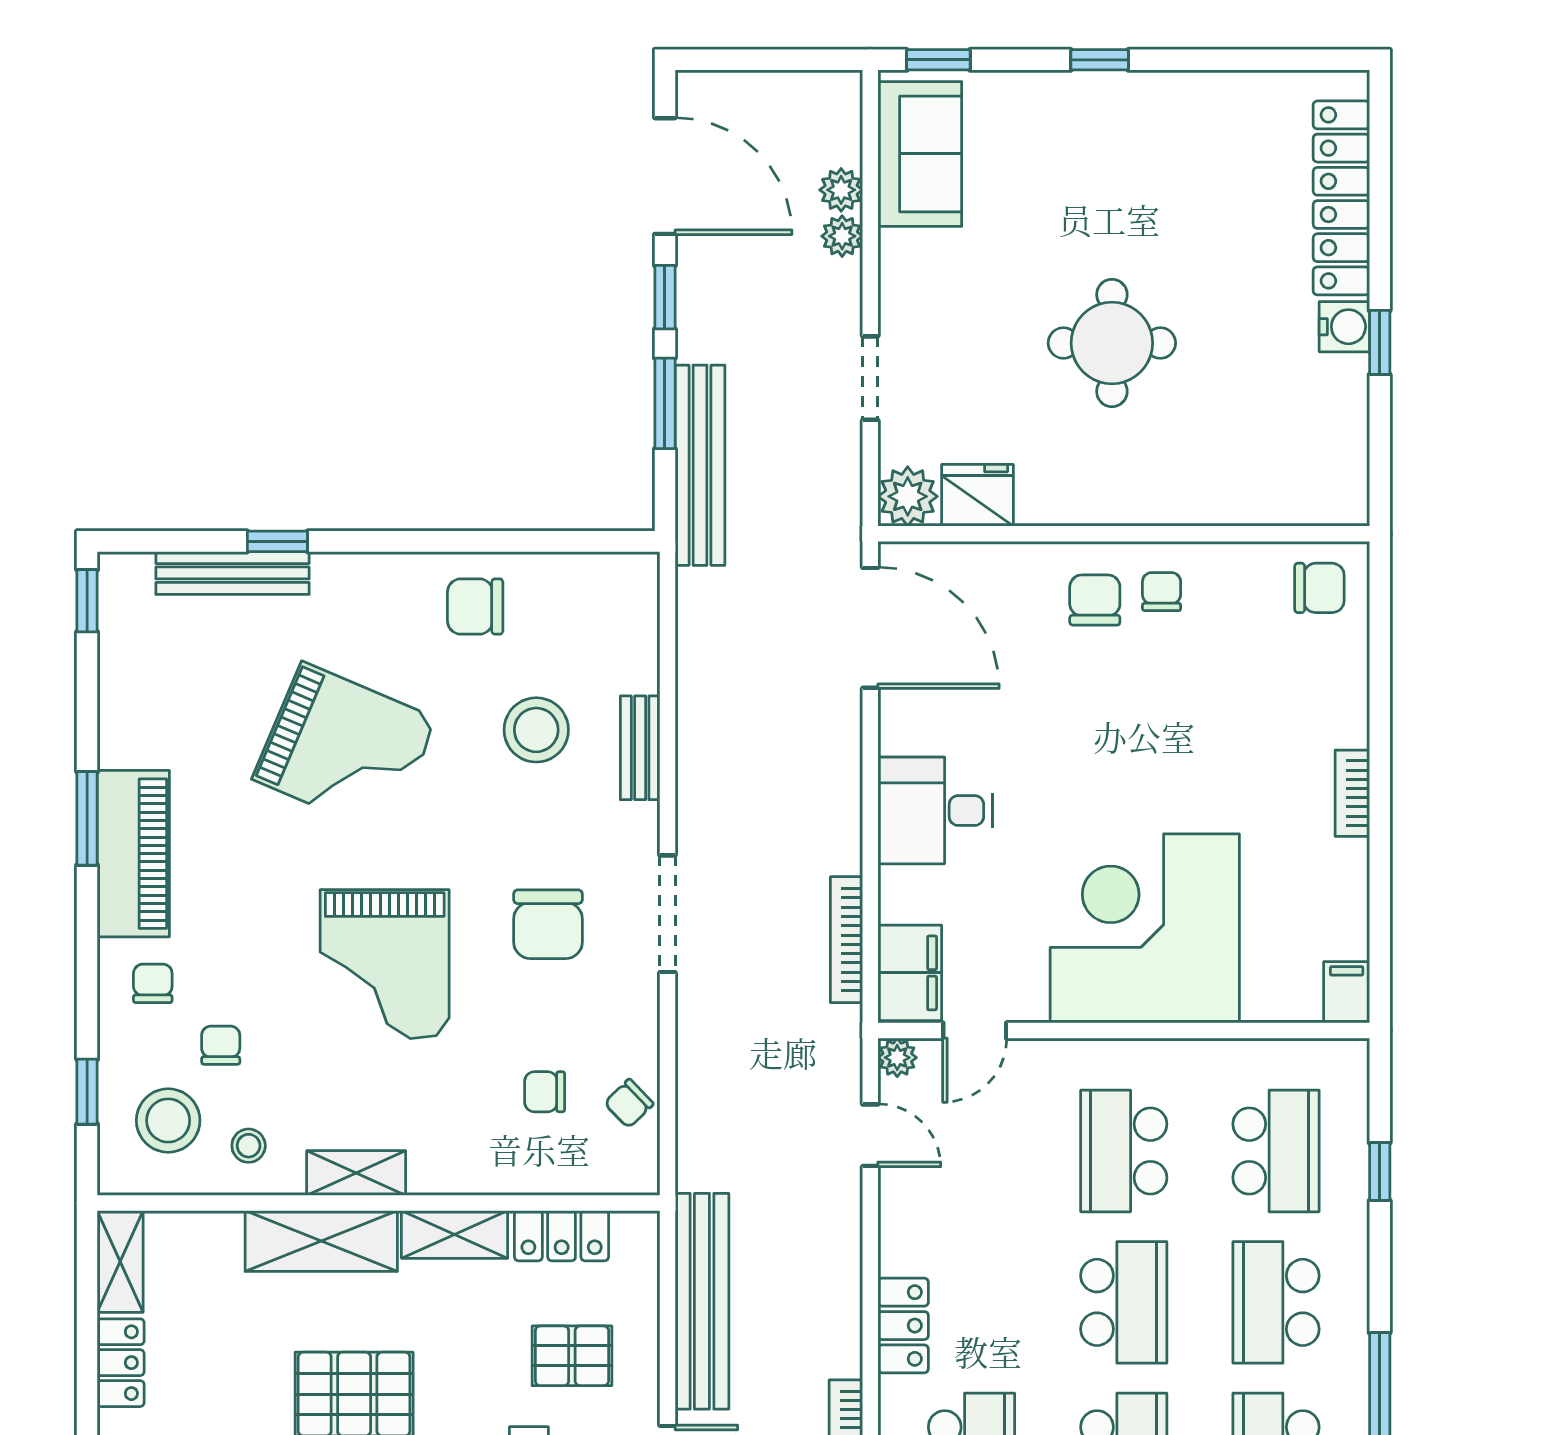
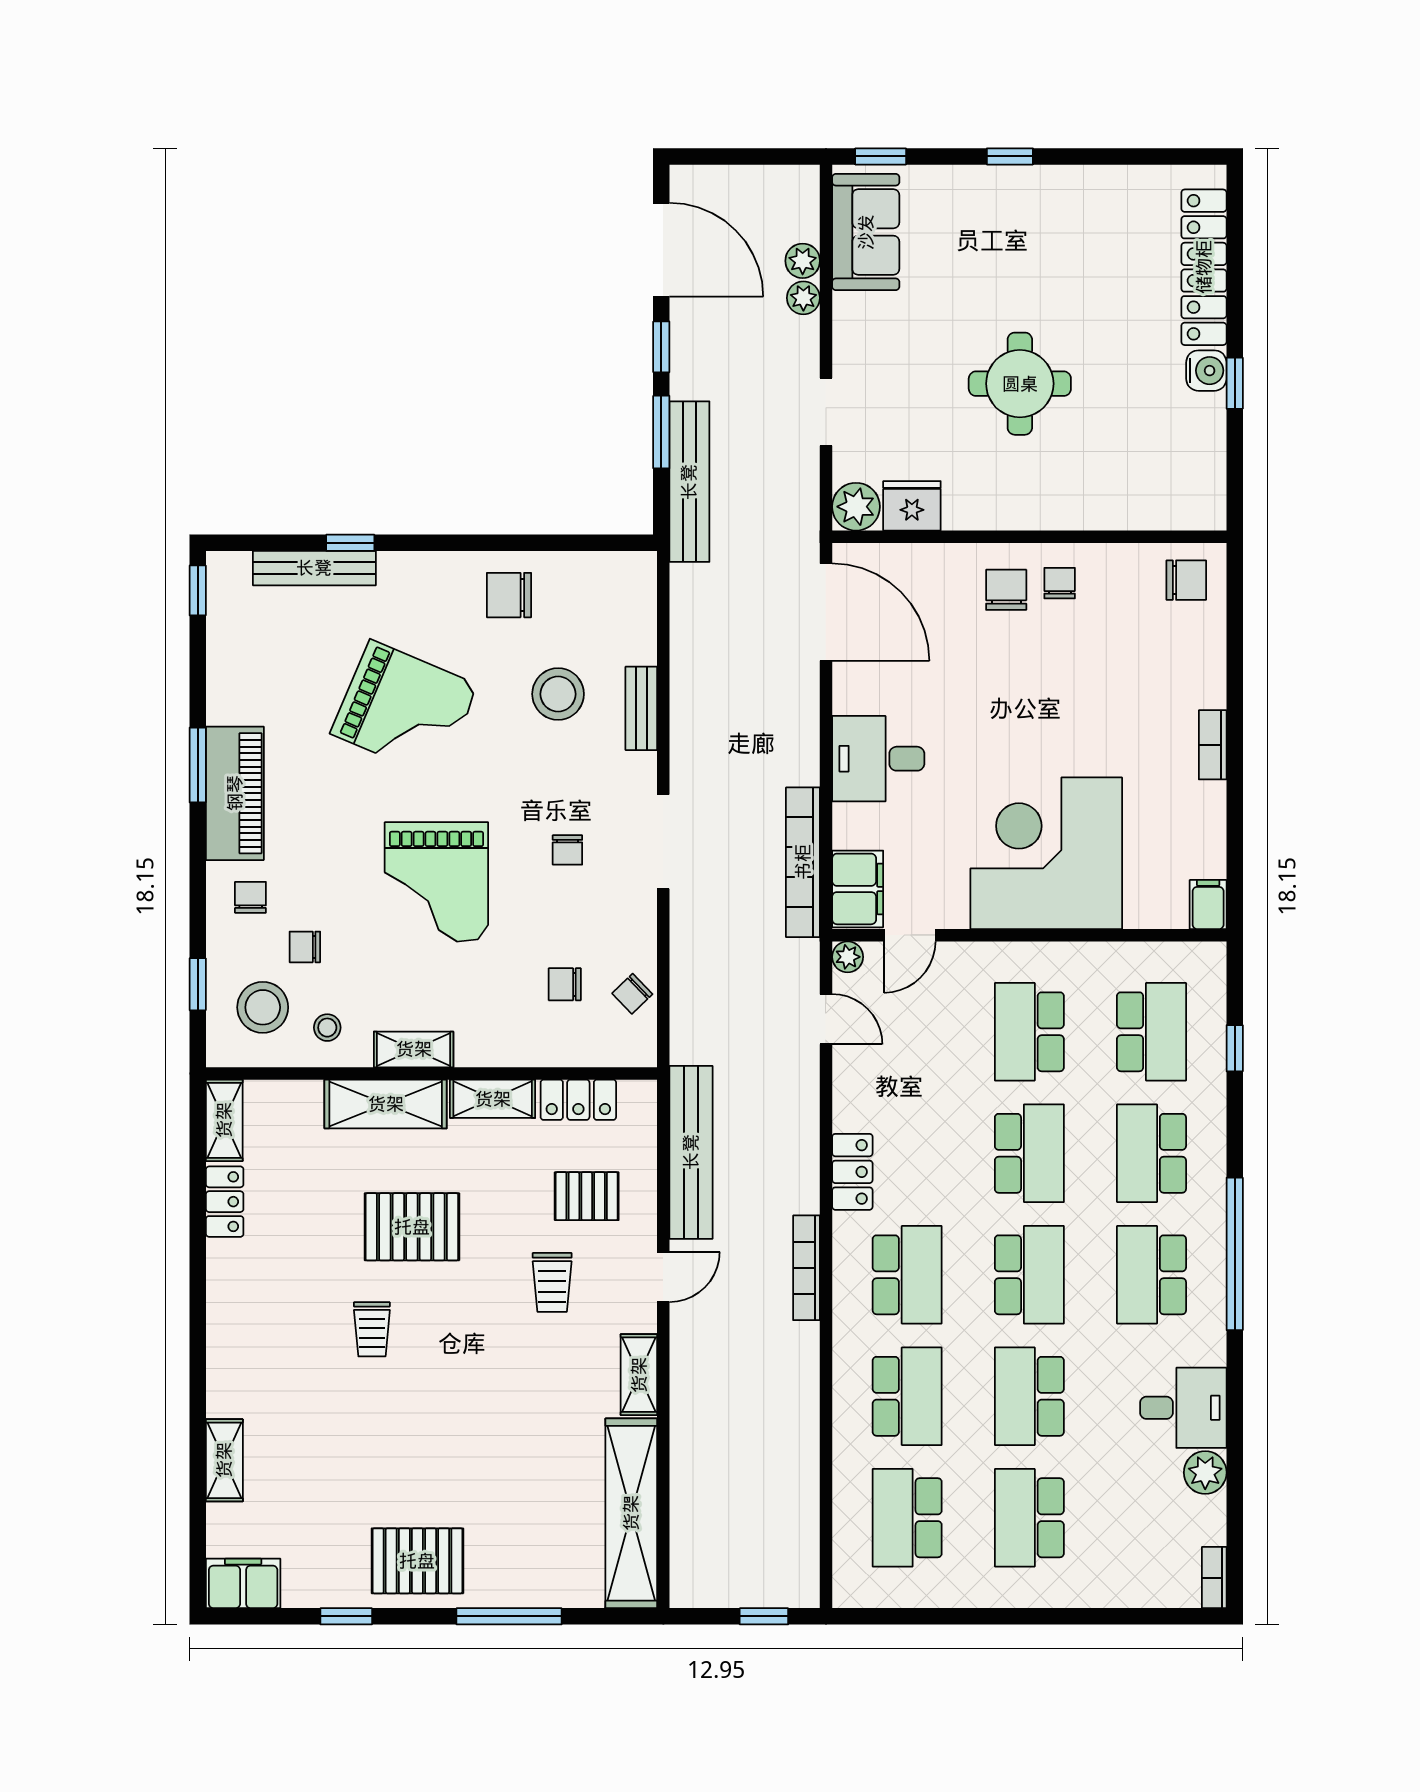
chair: (548, 924) -> (567, 850), width x0.54, depth x0.54
bookcase: (847, 940) -> (803, 862), width x1.48, depth x1.31
chair: (221, 1045) -> (305, 947), turned -90

